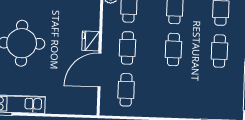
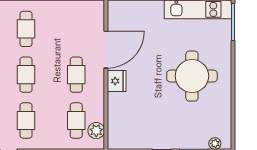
cafe table: (126, 90) -> (26, 29), moved

